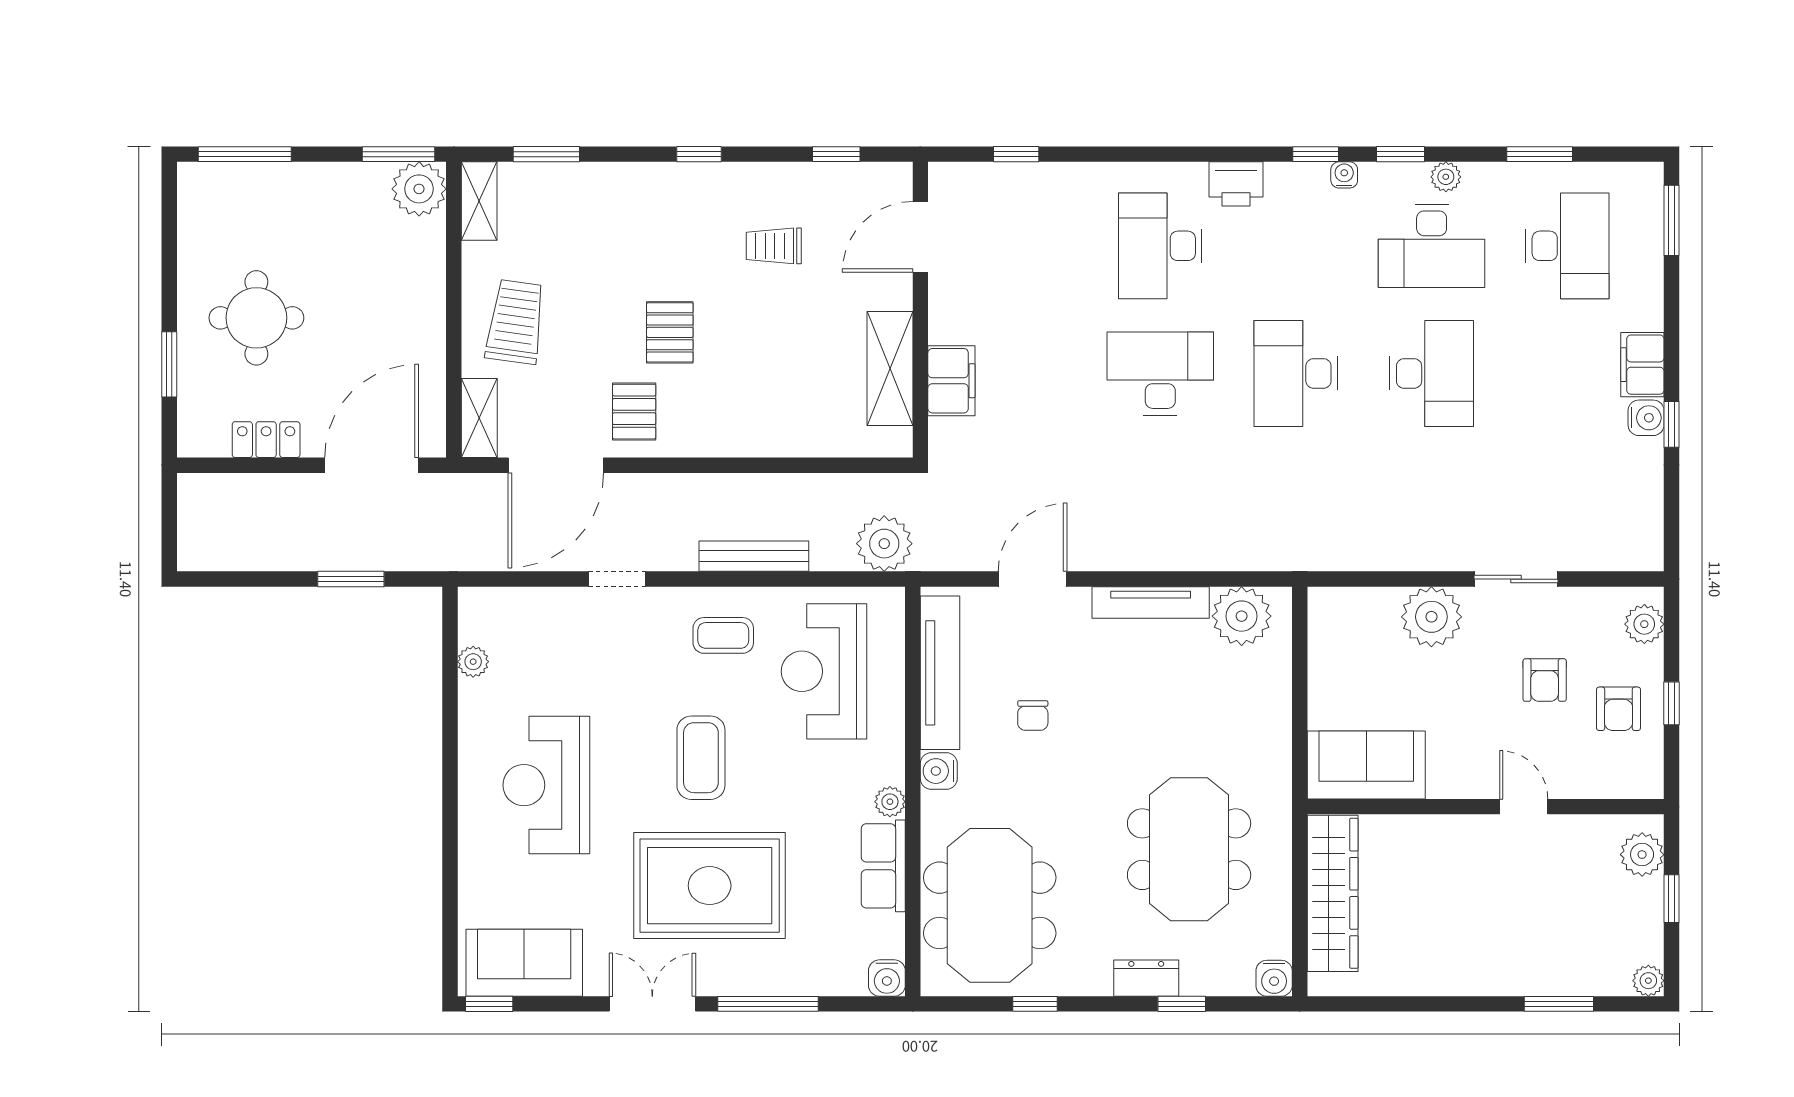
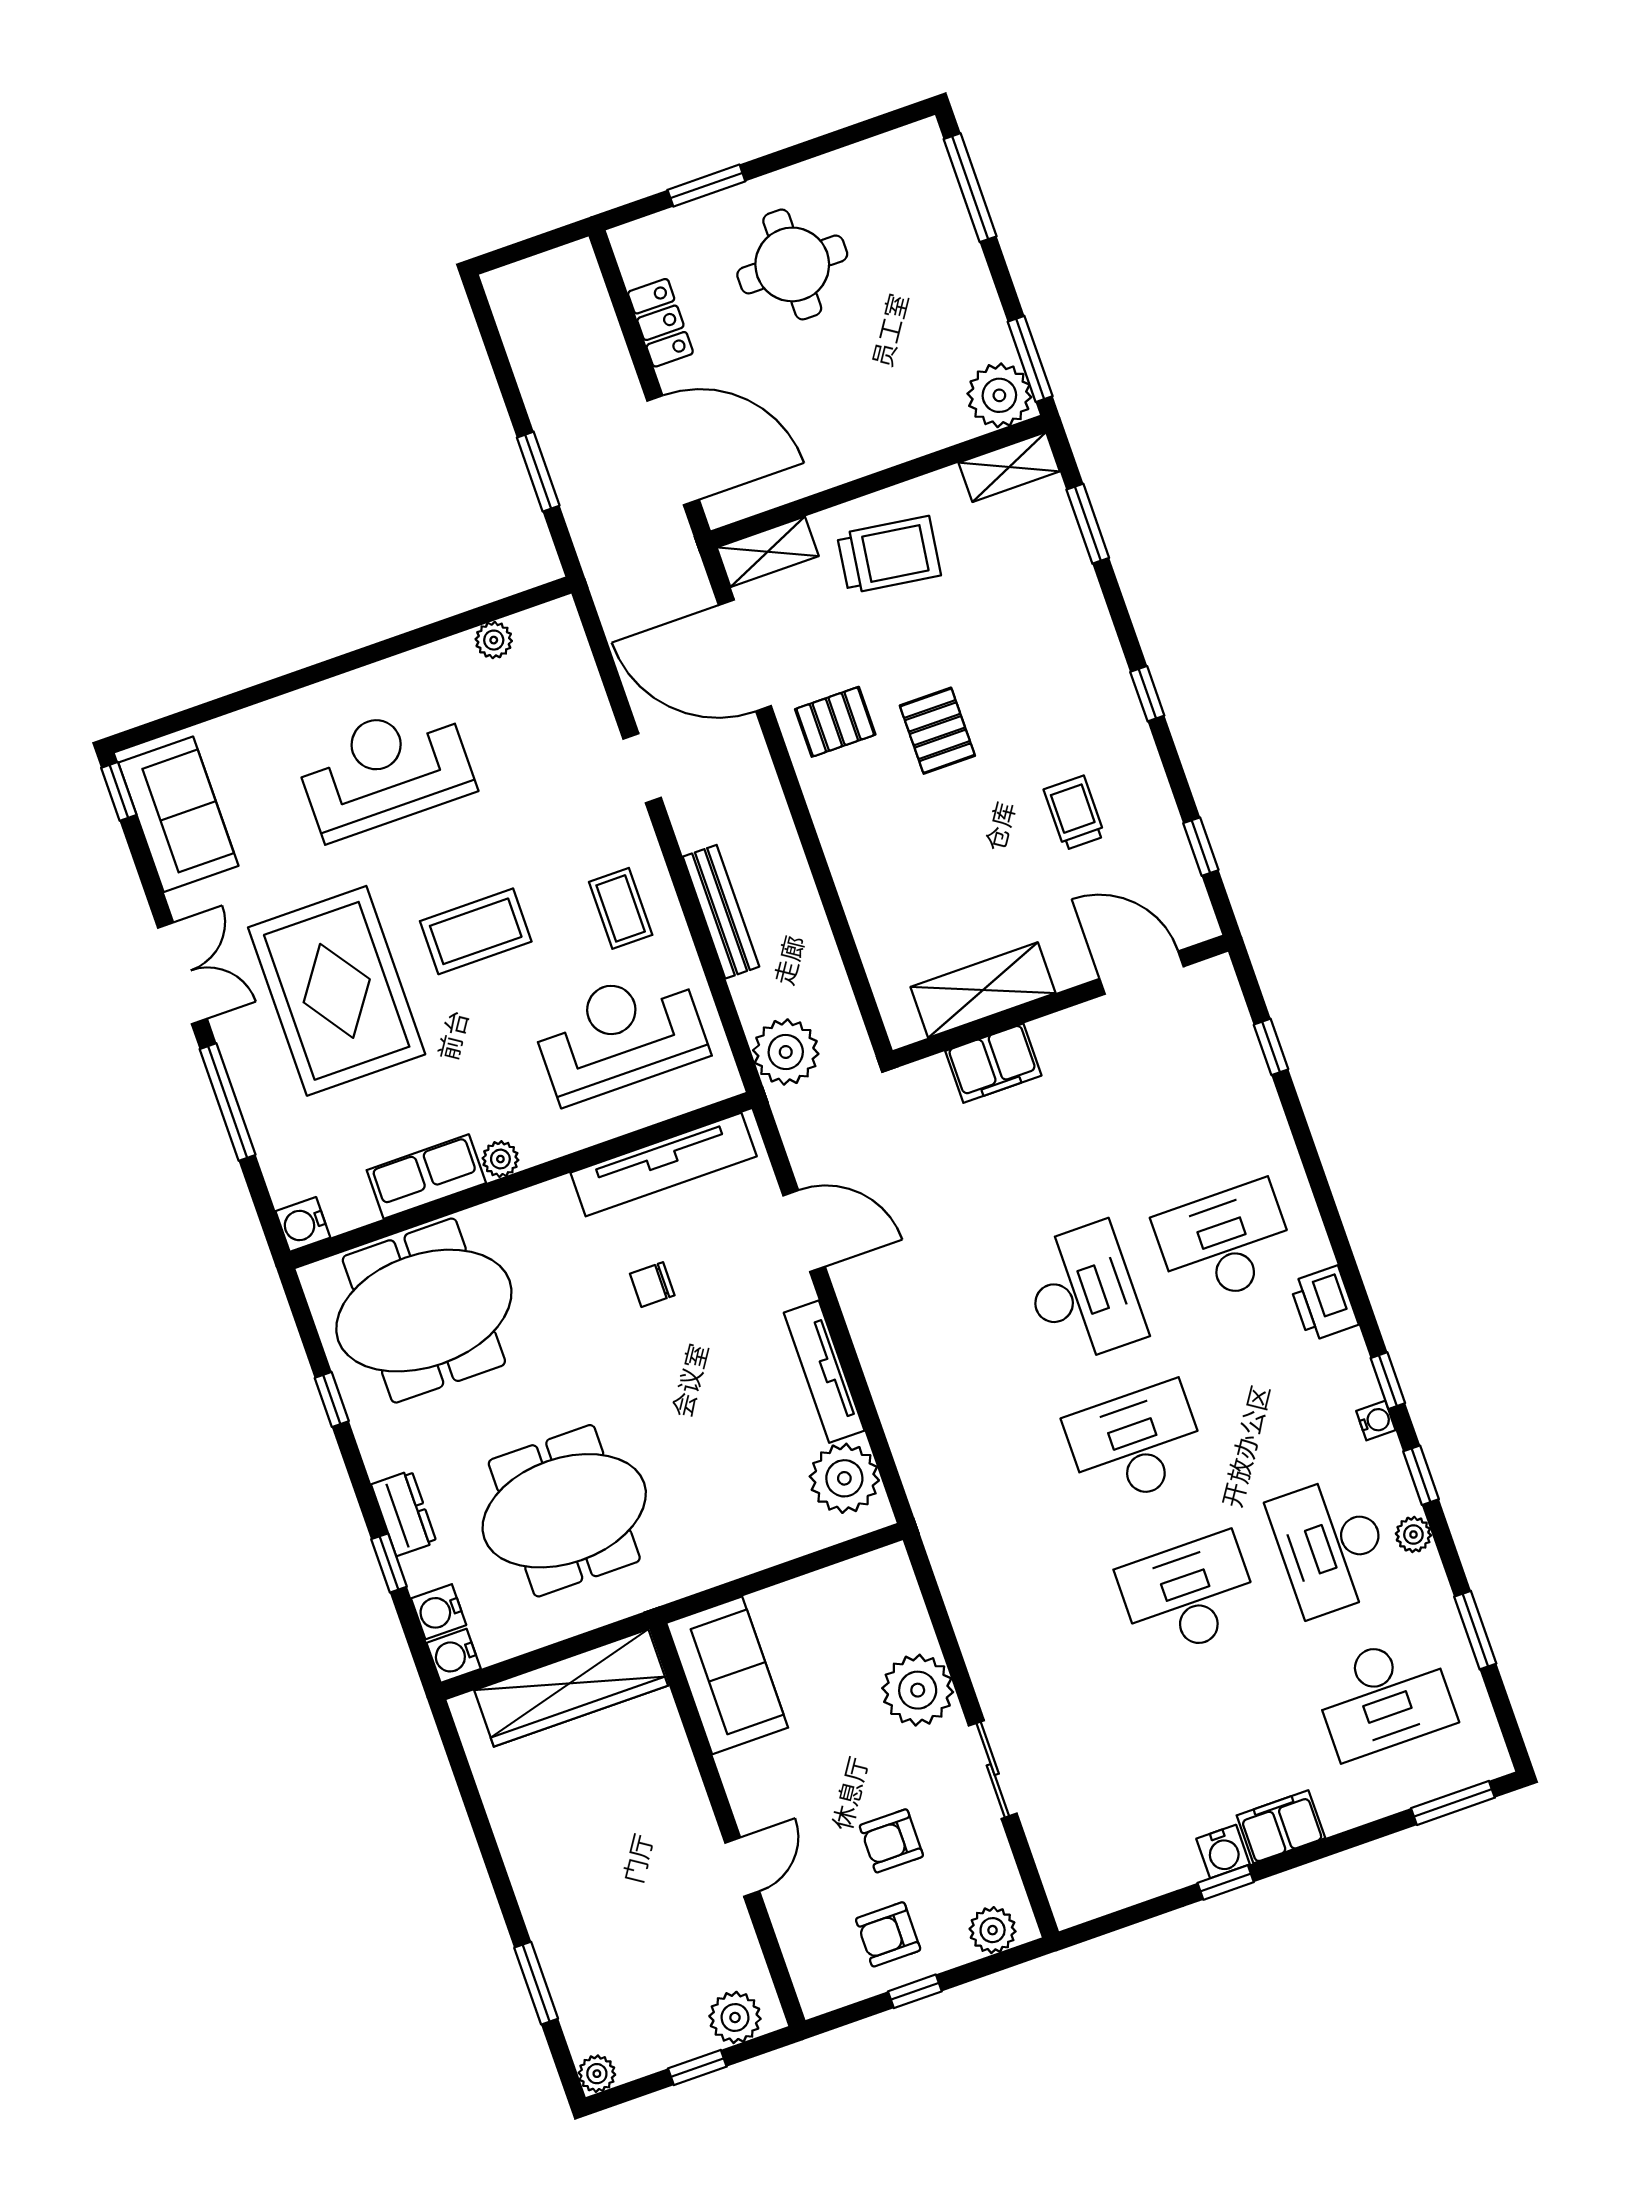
pallet: (670, 332) -> (937, 731), turned 90
desk: (1432, 373) -> (1189, 1595), turned 180
water cooler: (939, 771) -> (439, 1612), moved, turned -90

